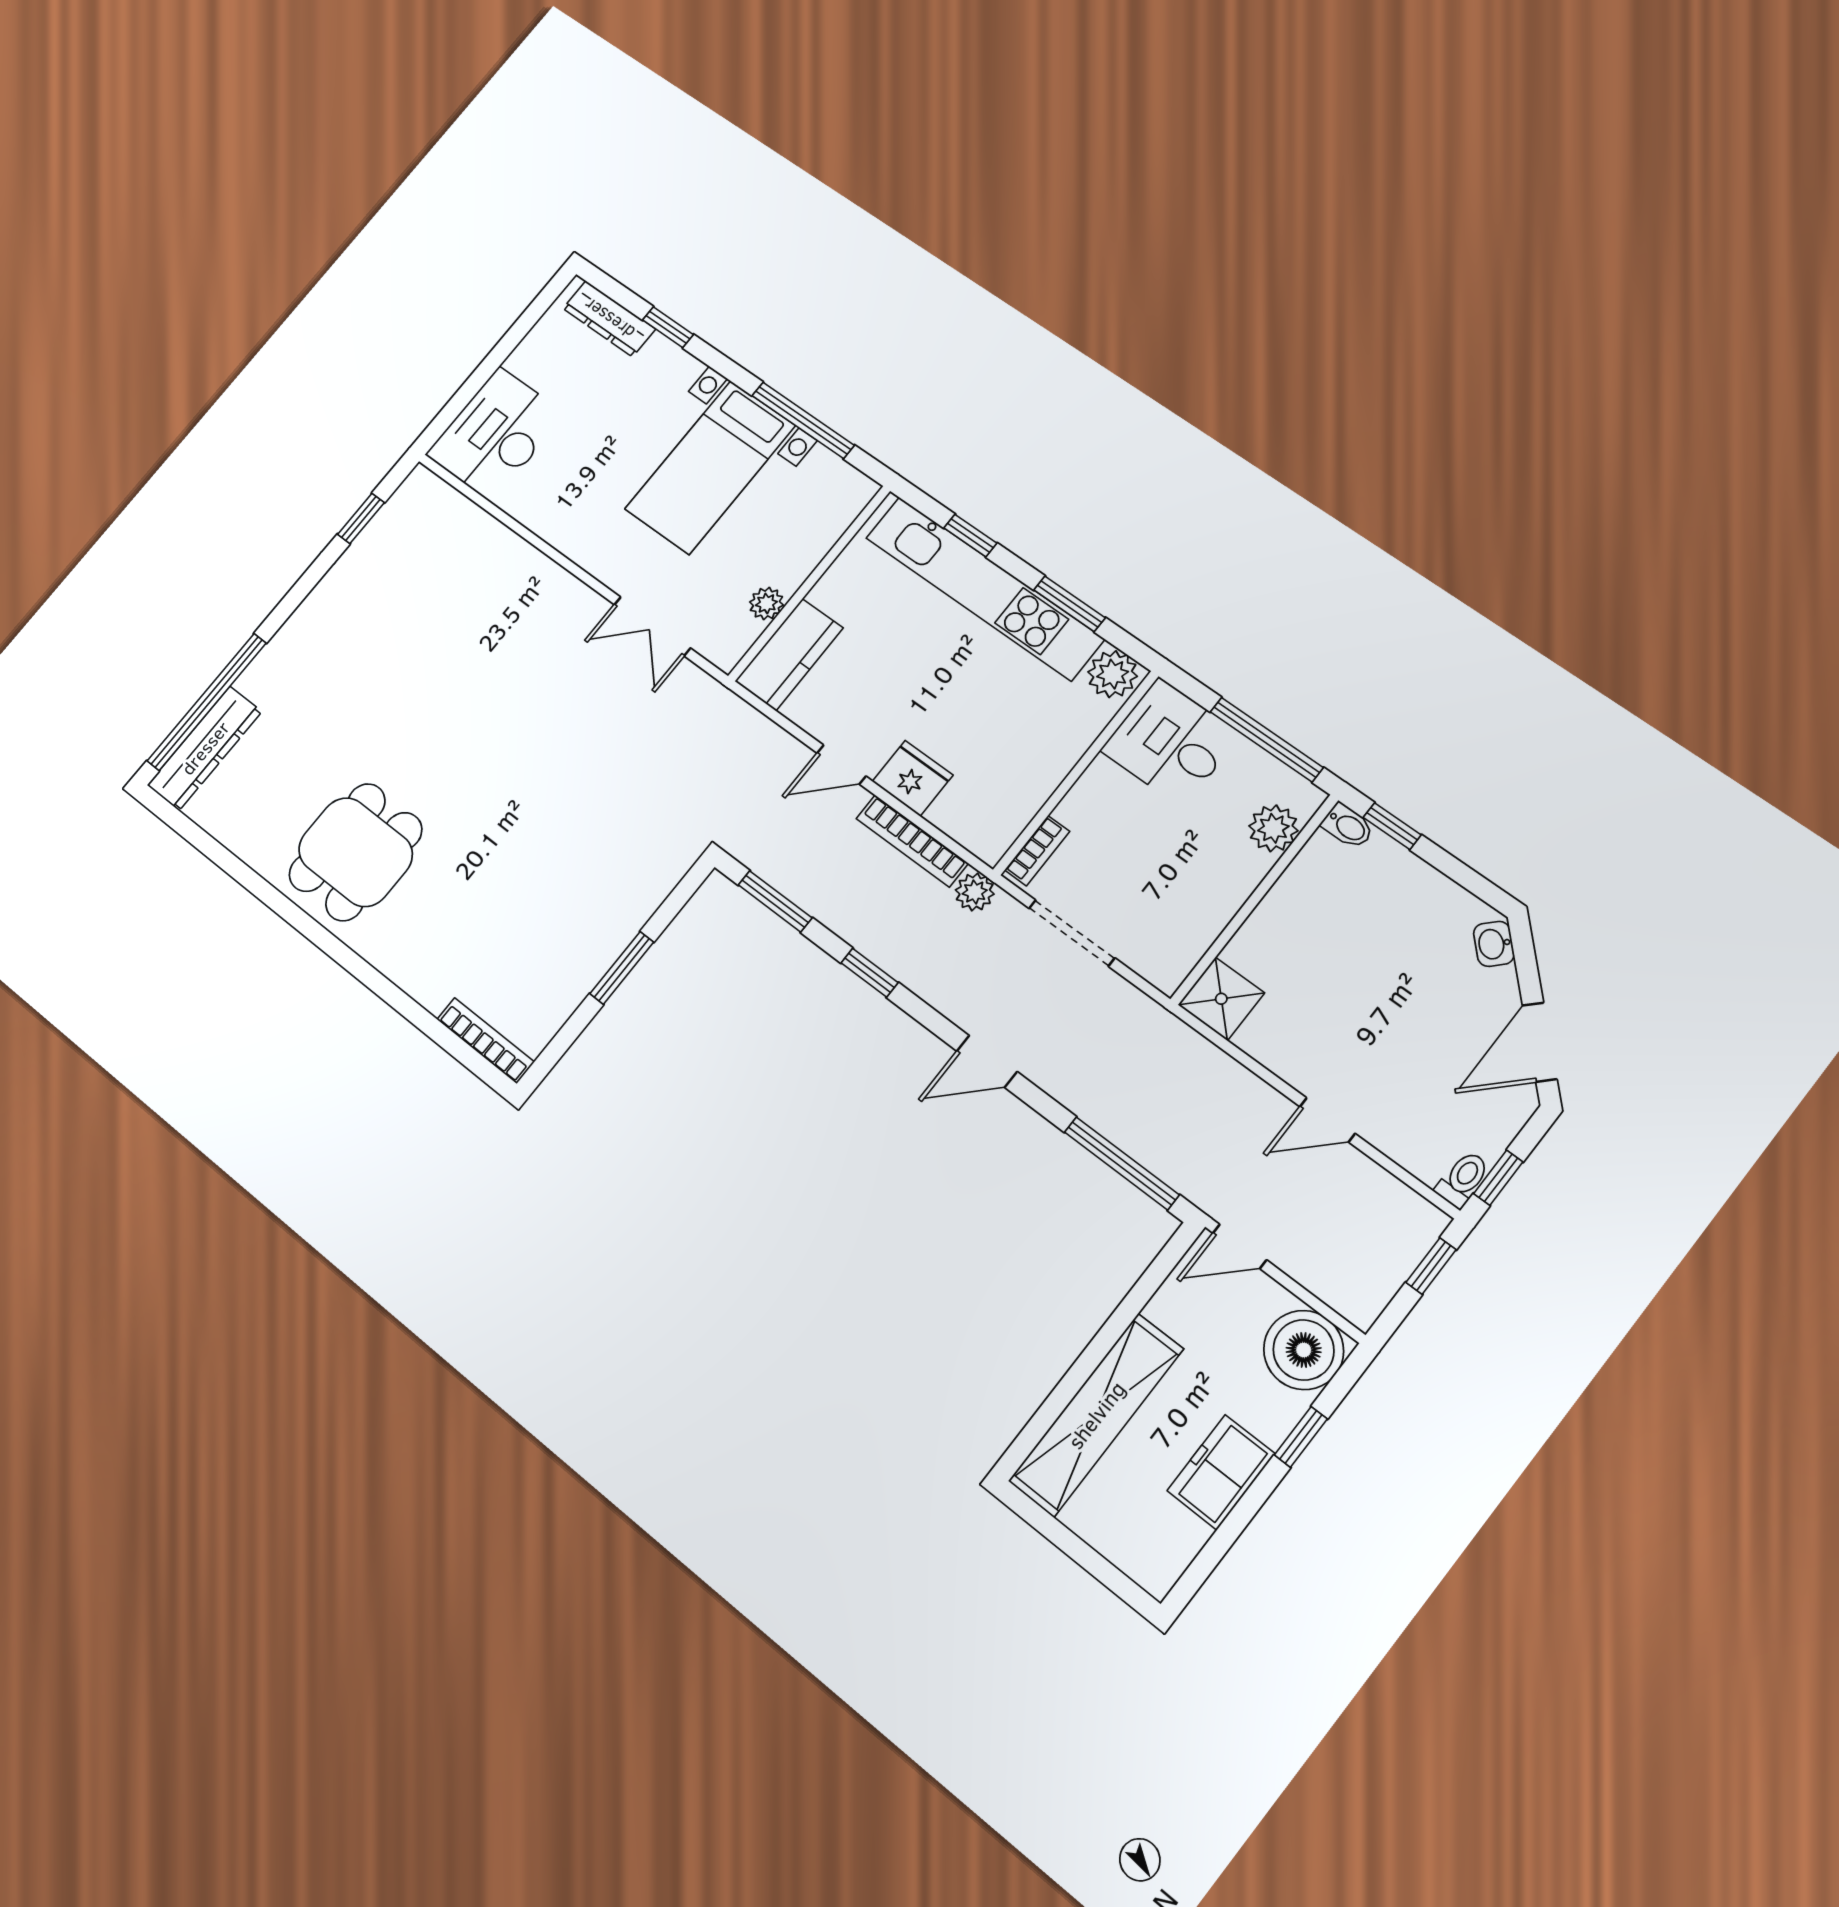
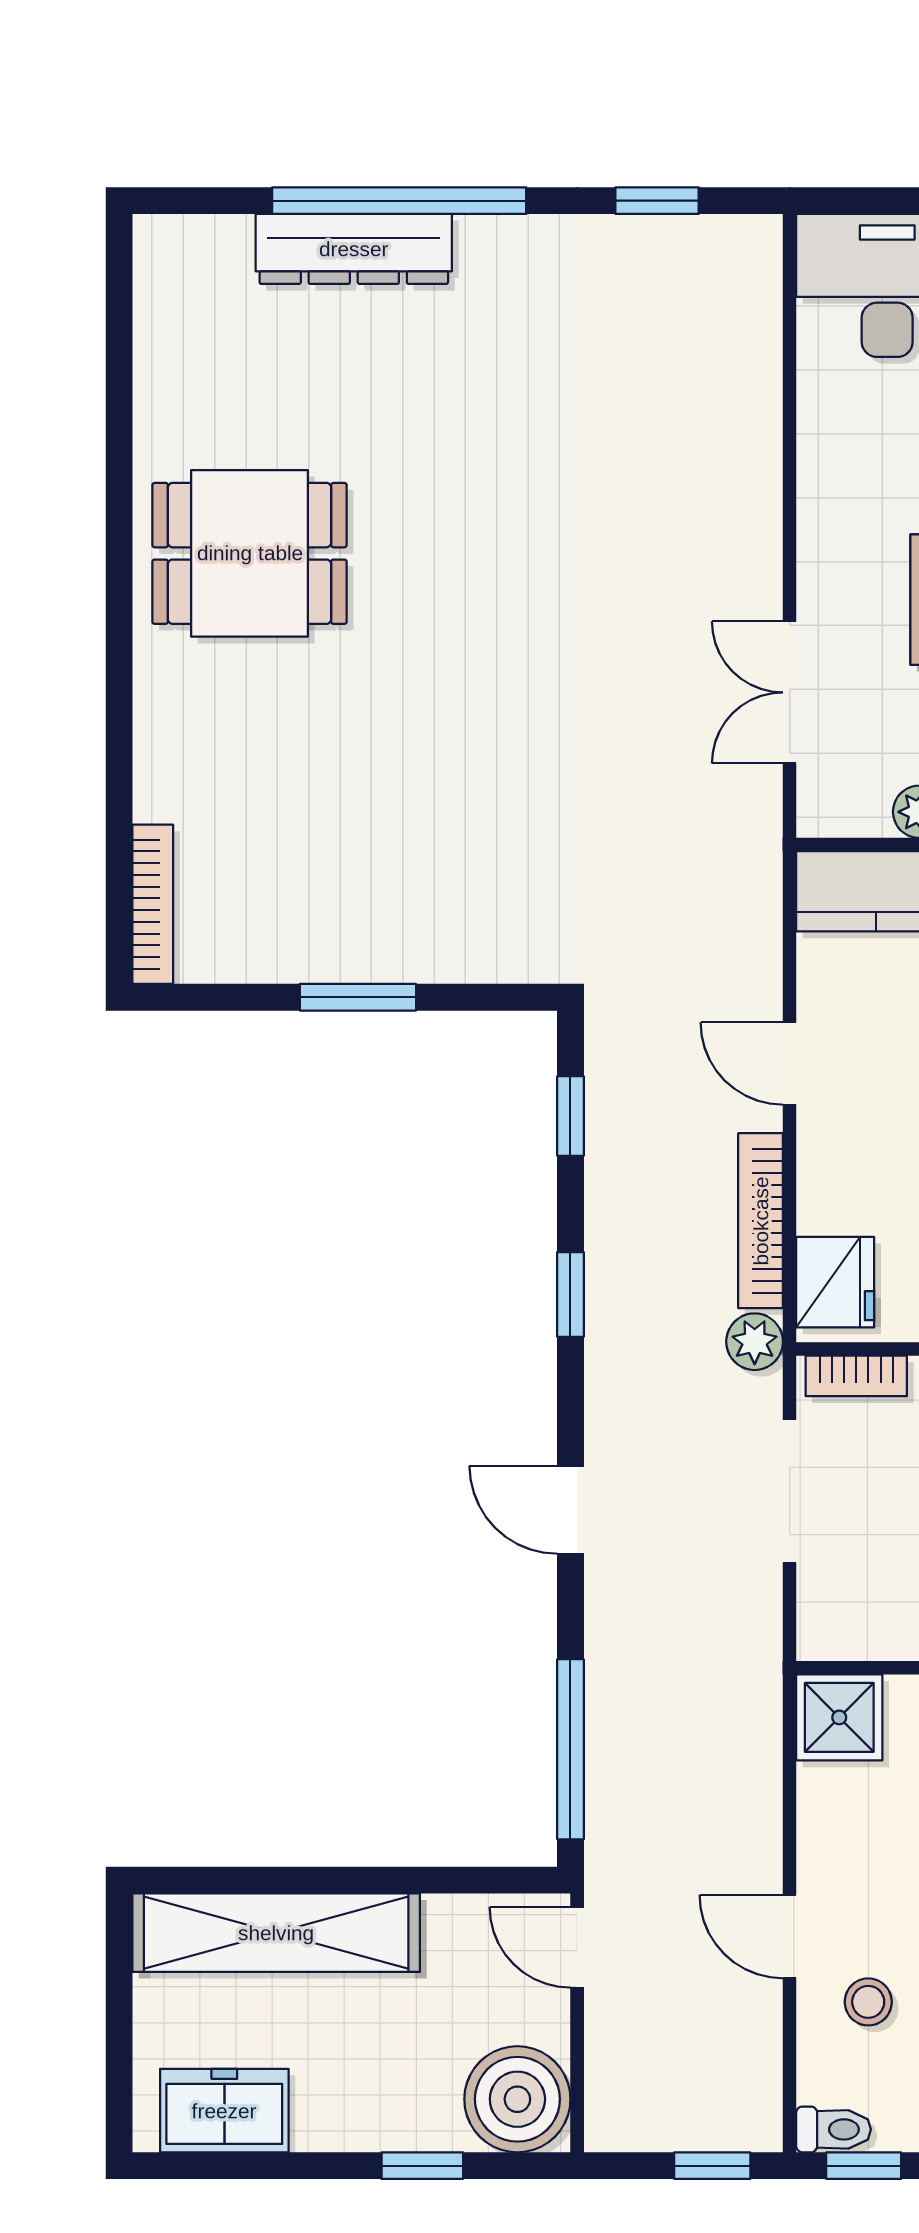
window: (207, 702) -> (399, 201), moved
dresser: (205, 748) -> (354, 249), moved
fridge: (913, 778) -> (835, 1282), moved
window: (775, 901) -> (570, 1116), width x0.67
stool: (1401, 1103) -> (868, 2002), added
freezer: (1221, 1472) -> (224, 2111), moved

